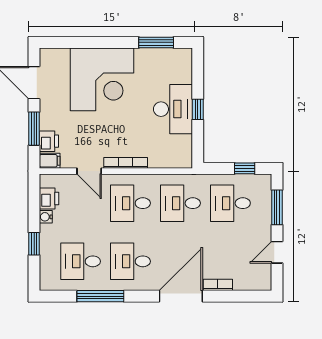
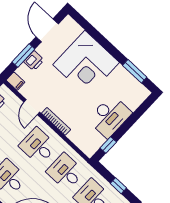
window: (198, 109) -> (108, 145), moved
printer: (49, 141) -> (34, 61), moved

